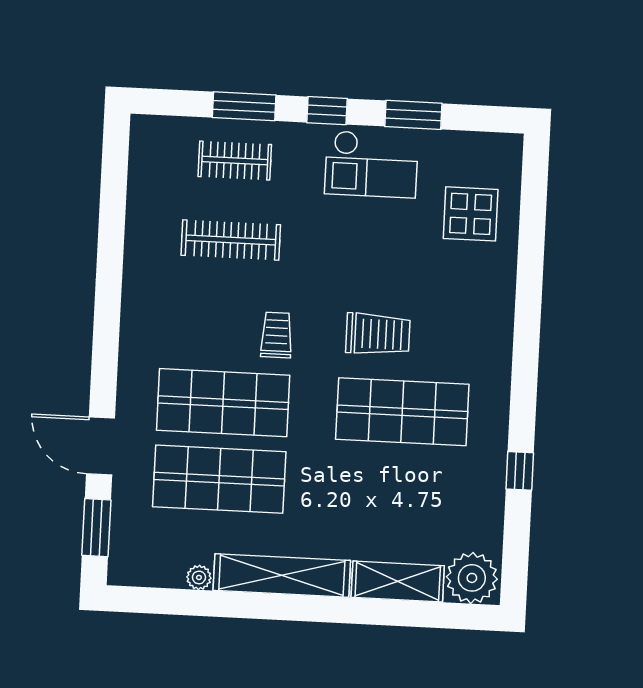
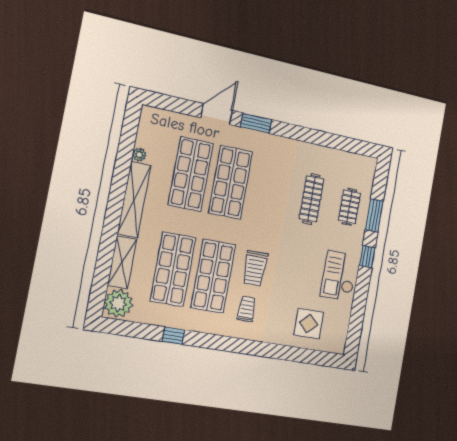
window: (413, 115) -> (360, 300), removed
trolley: (277, 335) -> (247, 309), moved, turned -90
shop shelf: (398, 488) -> (173, 269), added
window: (96, 528) -> (256, 123), moved

